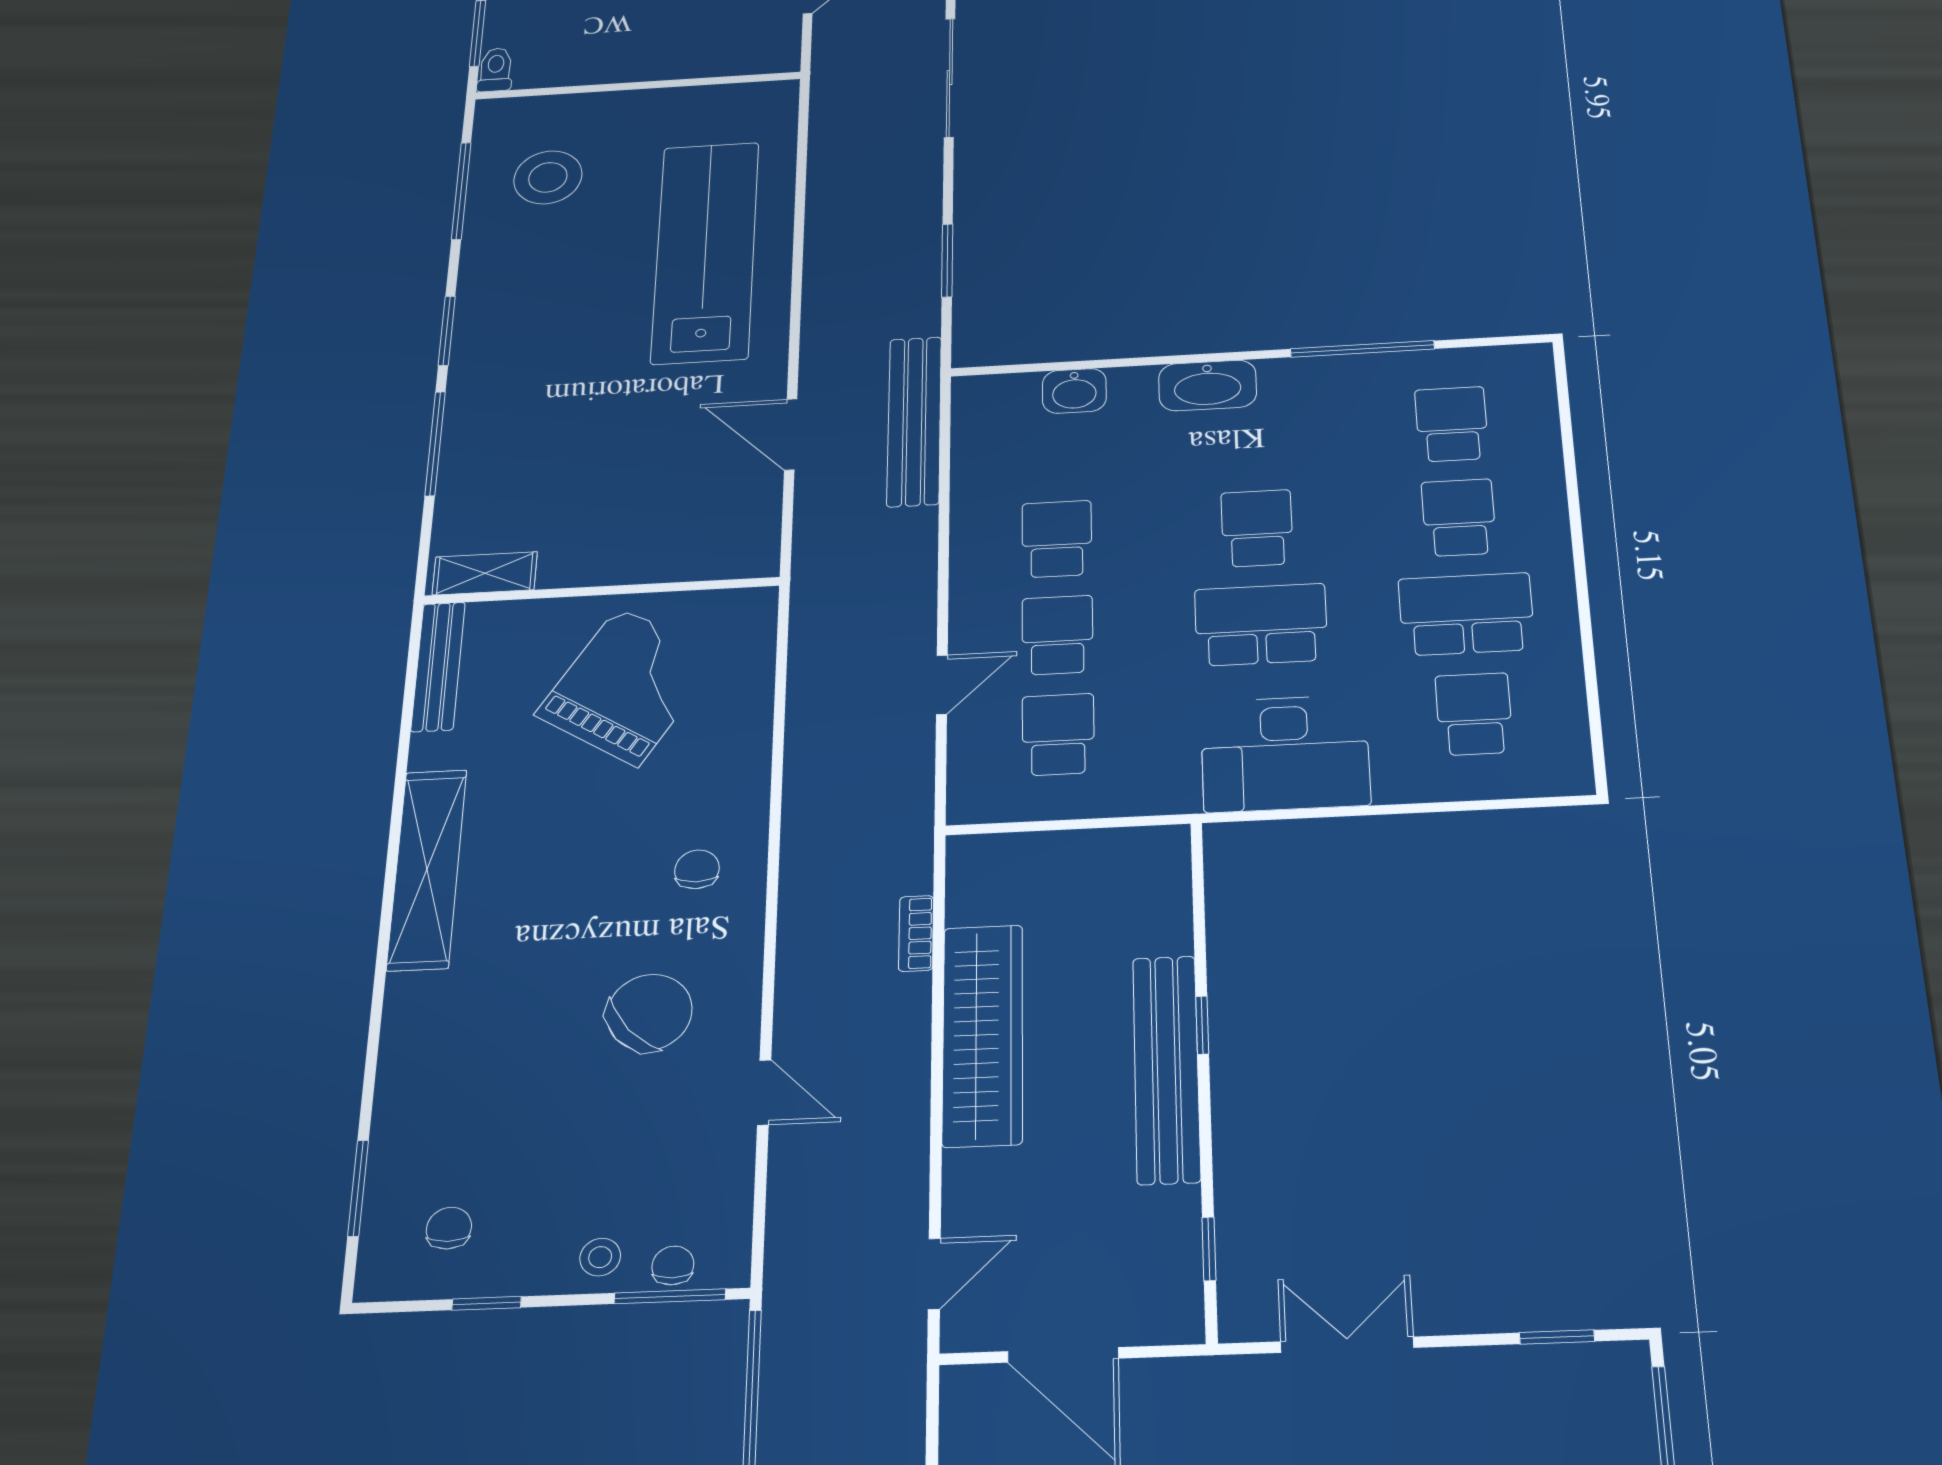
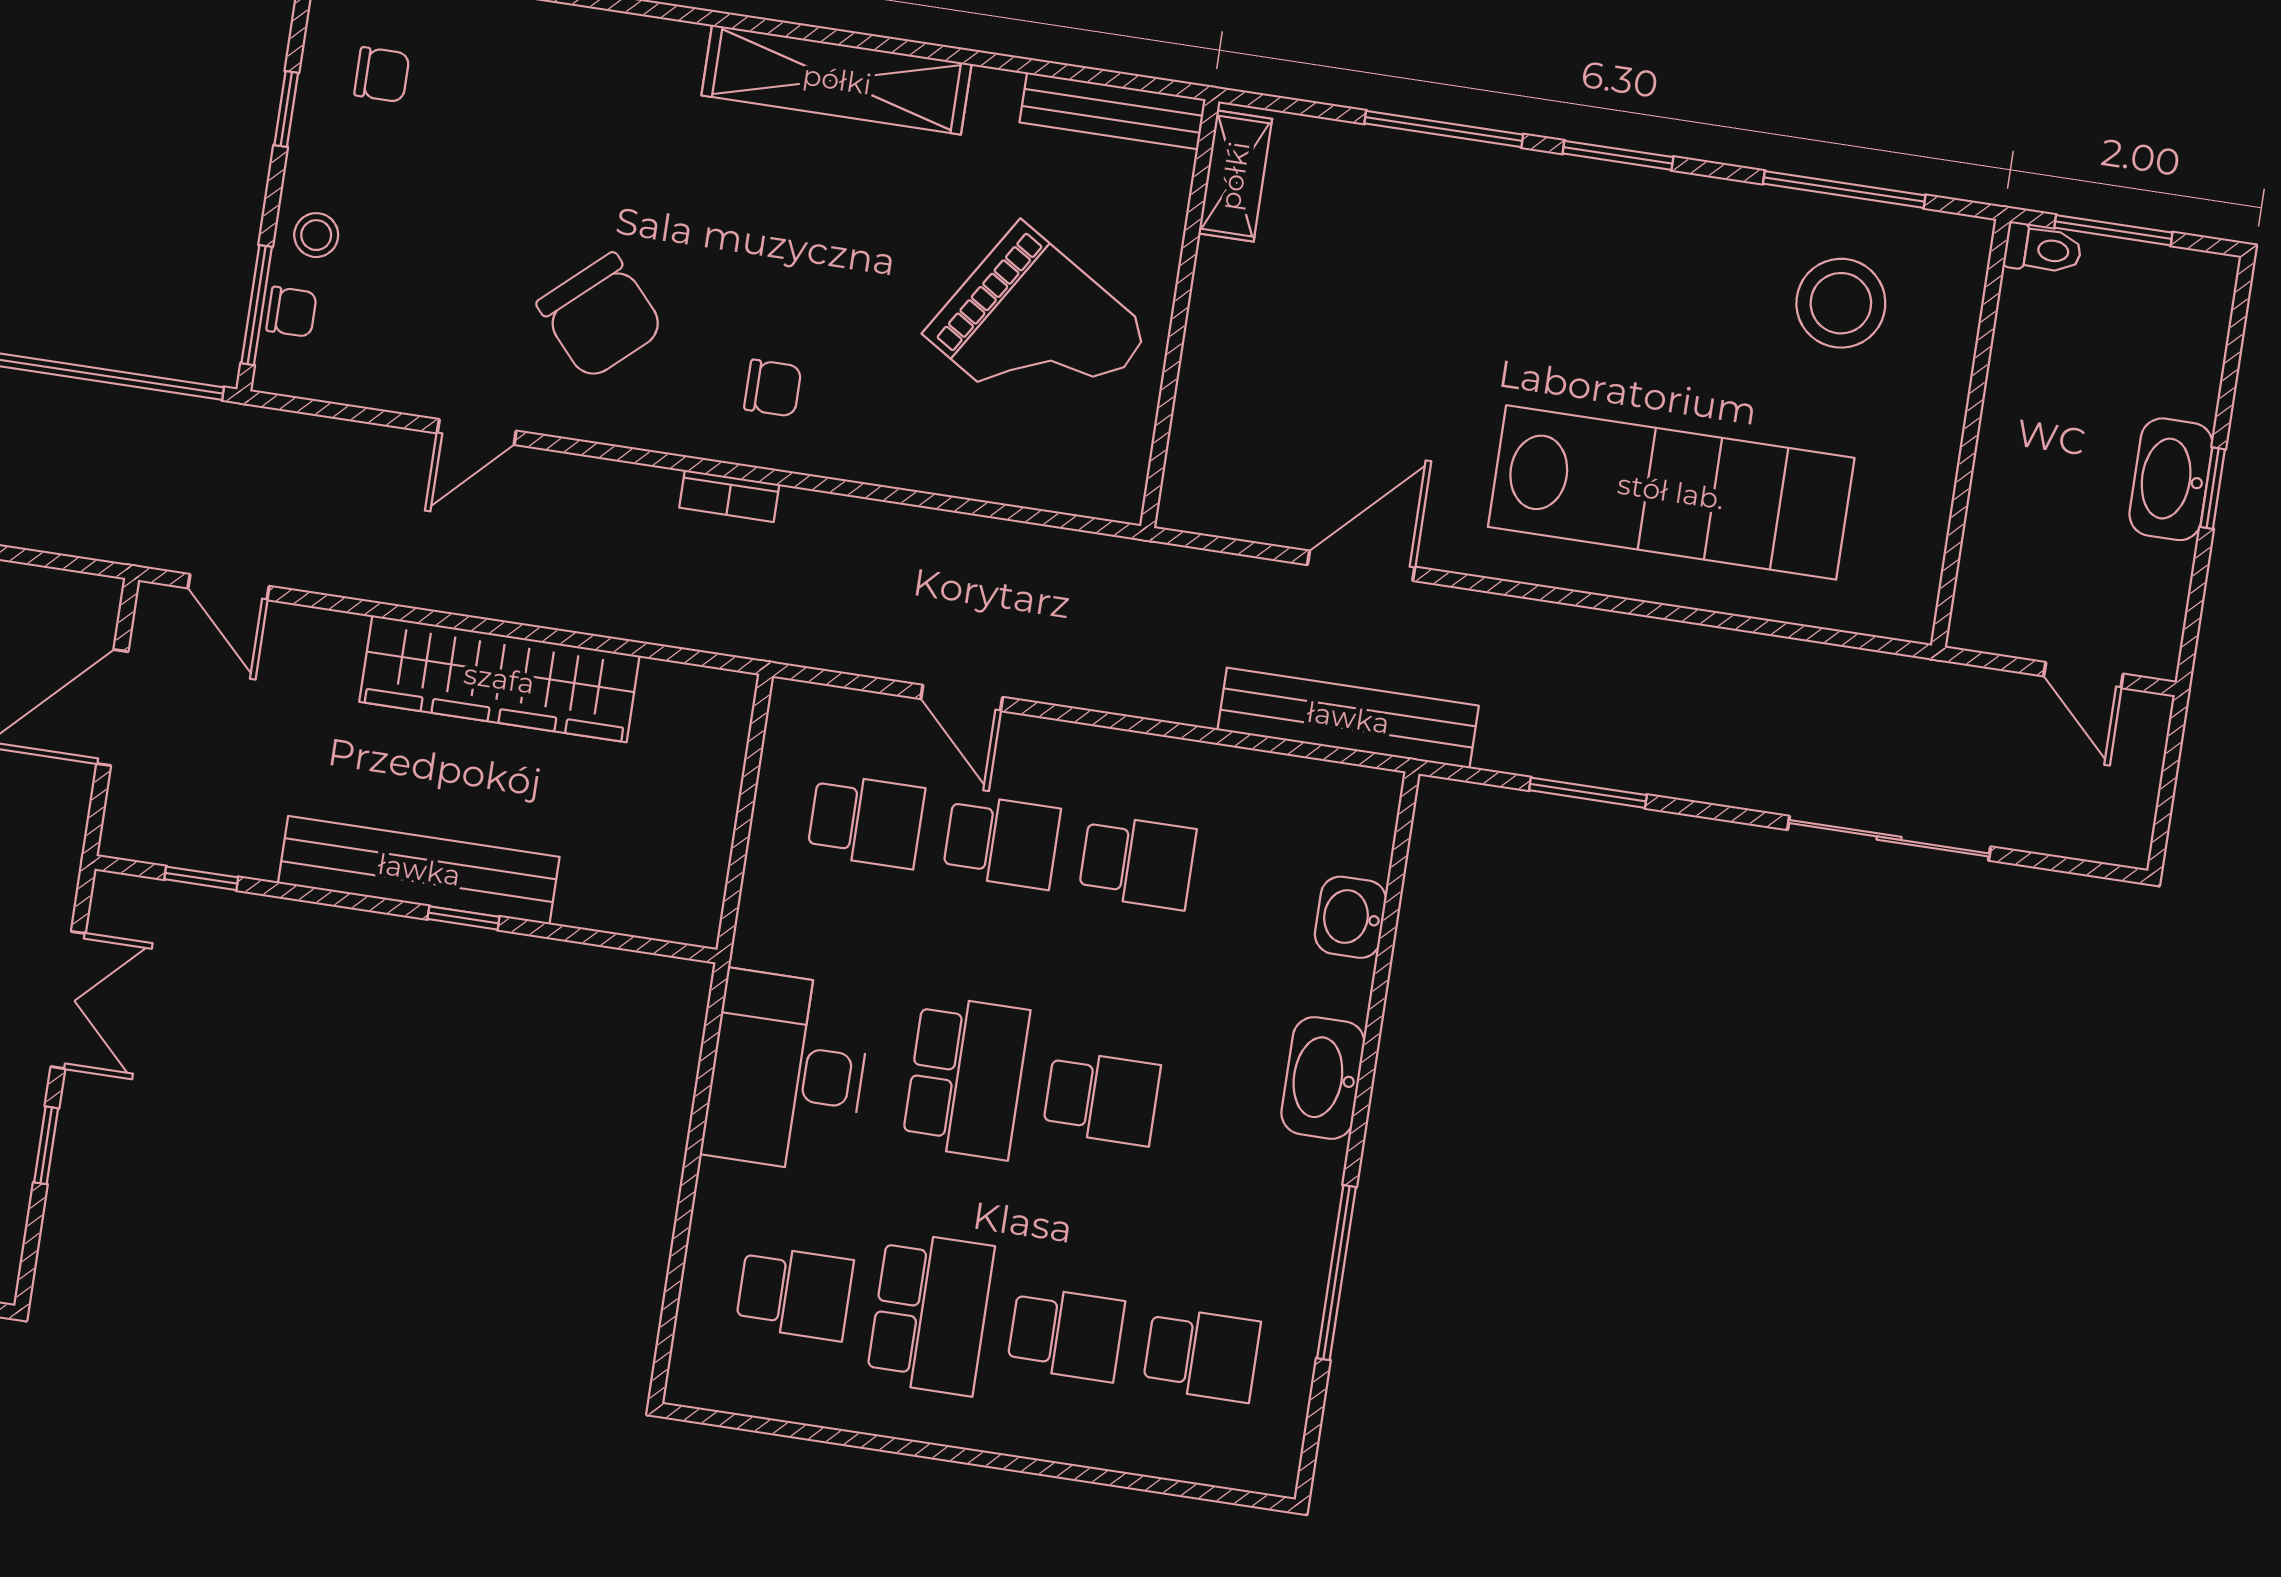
bookcase: (916, 933) -> (729, 496), moved, turned 180
window: (1557, 1337) -> (46, 1145), moved

